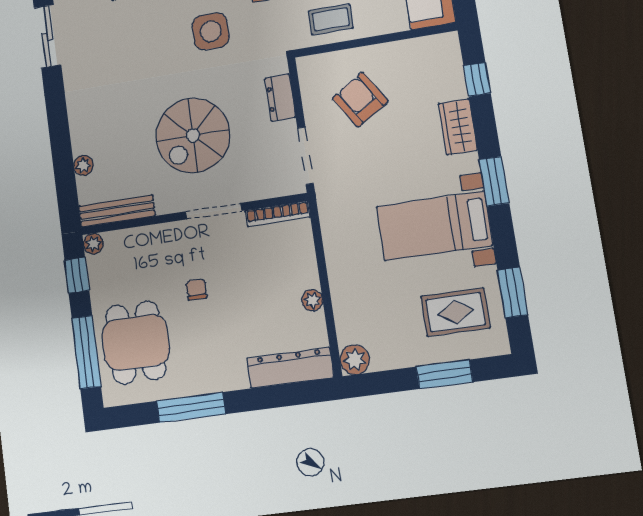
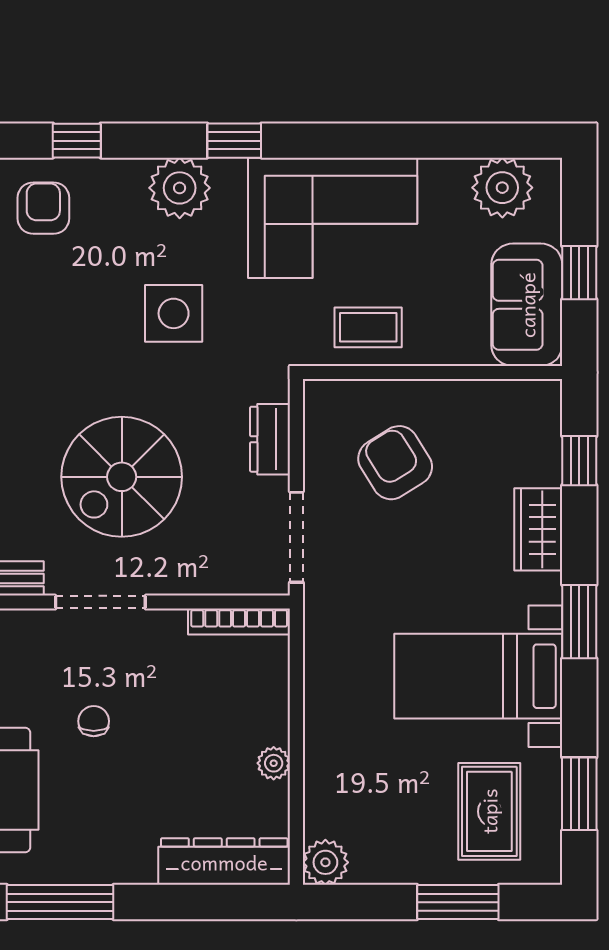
doorway: (214, 211) -> (100, 602), moved
rug: (456, 312) -> (489, 811), turned 90

